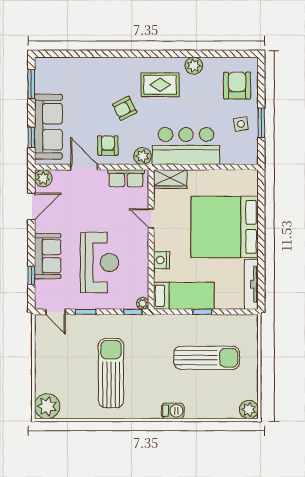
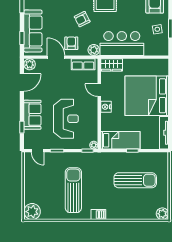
nightstand: (161, 260) -> (106, 107), moved
barbecue: (173, 411) -> (98, 215), moved

